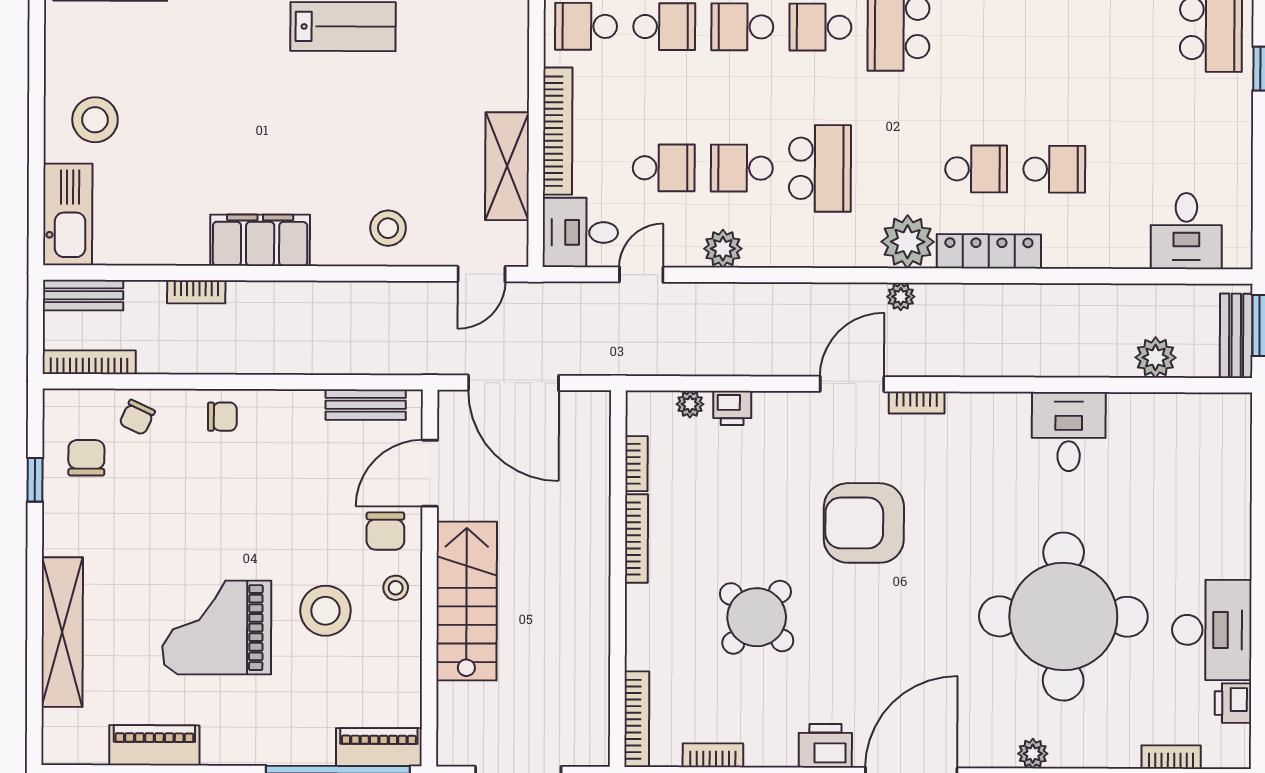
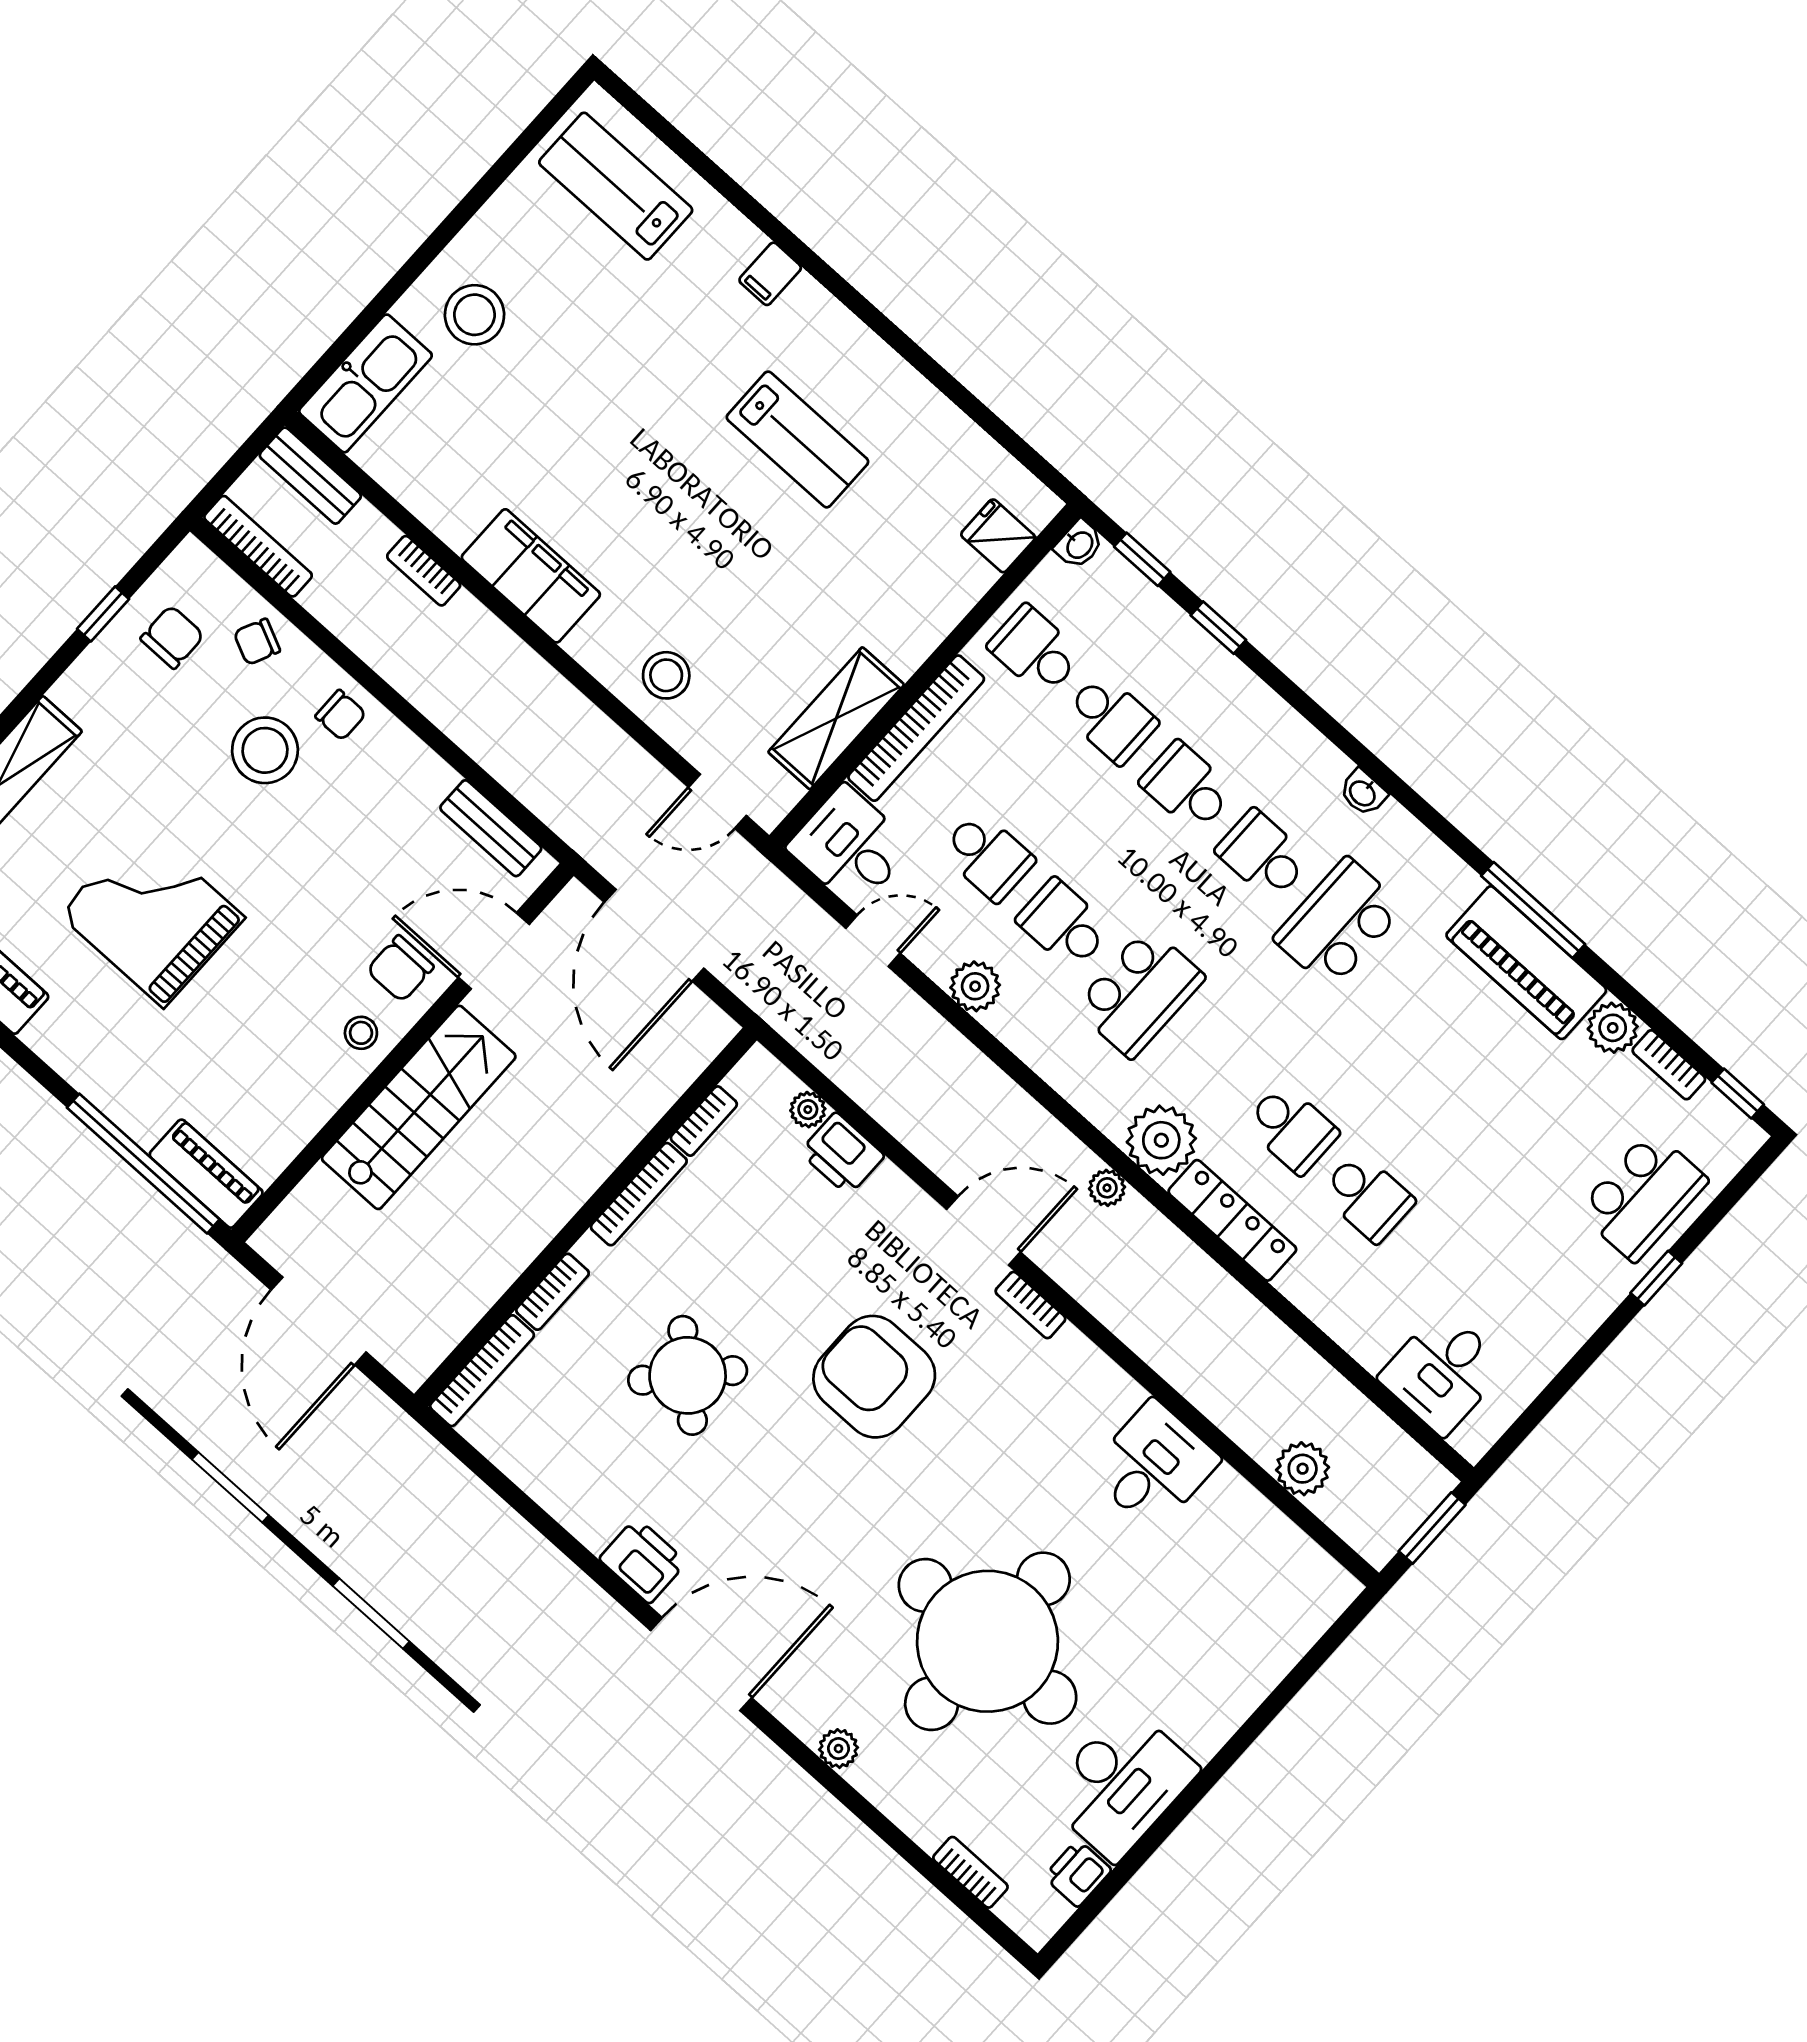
bench: (1236, 336) -> (1400, 1518), removed
printer: (732, 408) -> (842, 1154), width x1.36, depth x1.24
stool: (325, 611) -> (265, 750), moved
bookcase: (713, 755) -> (553, 1292), moved, turned 90

